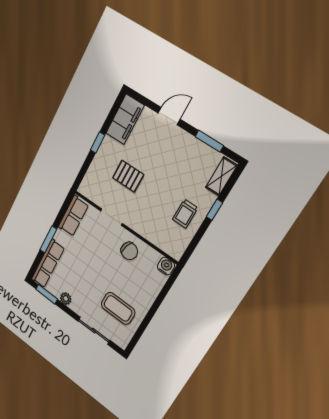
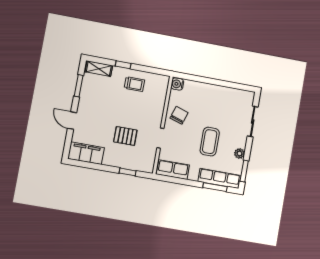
window: (98, 143) -> (128, 172), moved
pallet: (128, 176) -> (125, 136), turned 90
window: (48, 239) -> (215, 187), moved
coffee table: (118, 308) -> (210, 142), moved

